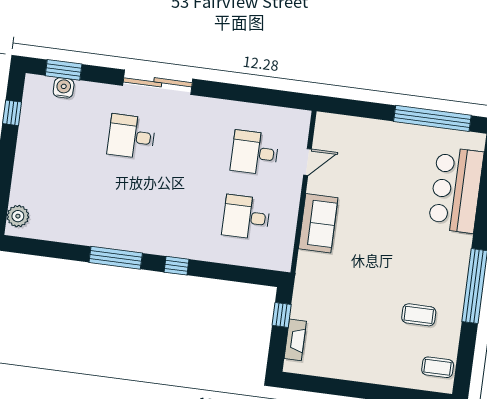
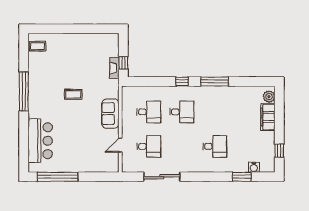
window: (64, 70) -> (242, 177), moved
sliding door: (158, 82) -> (162, 177), moved
filing cabinet: (25, 178) -> (268, 117), added
desk: (185, 209) -> (182, 112), added
coffee table: (419, 315) -> (73, 94), moved
fireplace: (295, 340) -> (114, 68), moved

